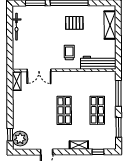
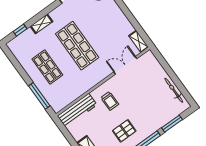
shop shelf: (64, 110) -> (77, 46), width x1.43, depth x1.36
window: (119, 127) -> (17, 65), removed

